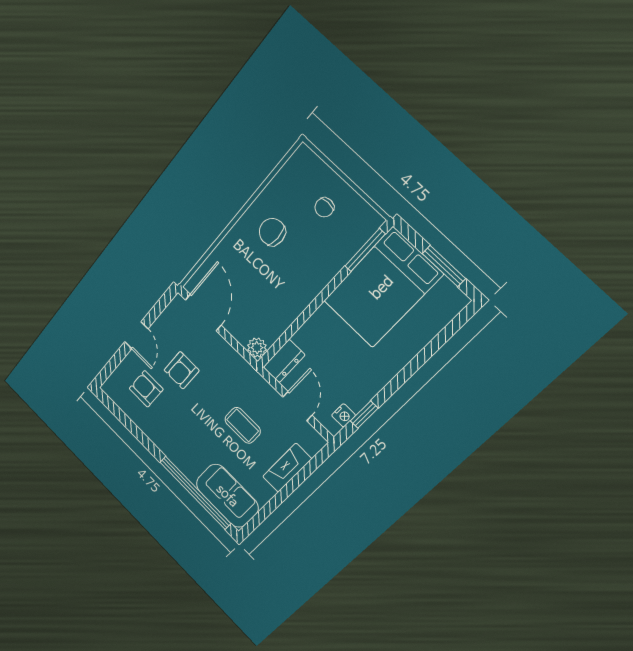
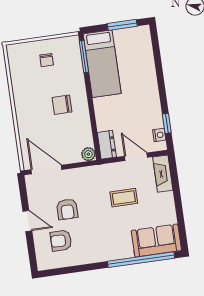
chair: (272, 232) -> (62, 105), moved
bed: (382, 288) -> (102, 64), width x0.67
fireplace: (287, 468) -> (163, 174), moved

